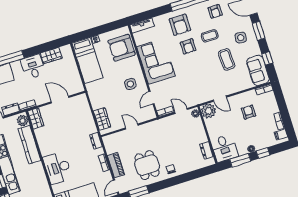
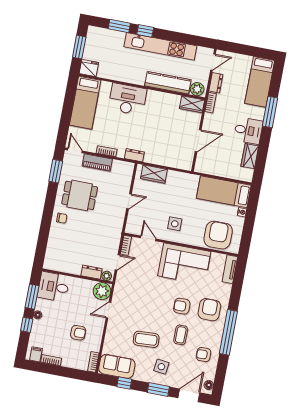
armchair: (180, 25) -> (209, 310), turned 90
dresser: (206, 150) -> (92, 272), moved

